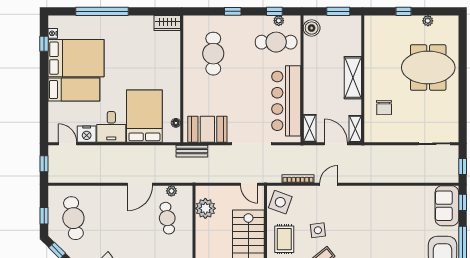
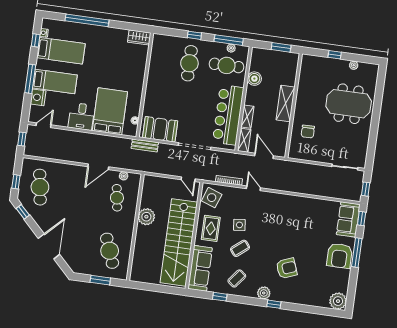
window: (274, 11) -> (229, 40), width x2.17
boiler: (312, 28) -> (254, 79), moved
cafe table: (213, 54) -> (189, 63), moved
bed: (76, 58) -> (61, 51), width x0.67
window: (44, 90) -> (30, 79), added
shelving: (355, 129) -> (247, 117), moved
nightstand: (87, 134) -> (38, 97), moved, turned 90
door: (68, 144) -> (44, 125), hinge flipped
door: (329, 184) -> (253, 188), hinge flipped
plant: (205, 208) -> (146, 217), moved

